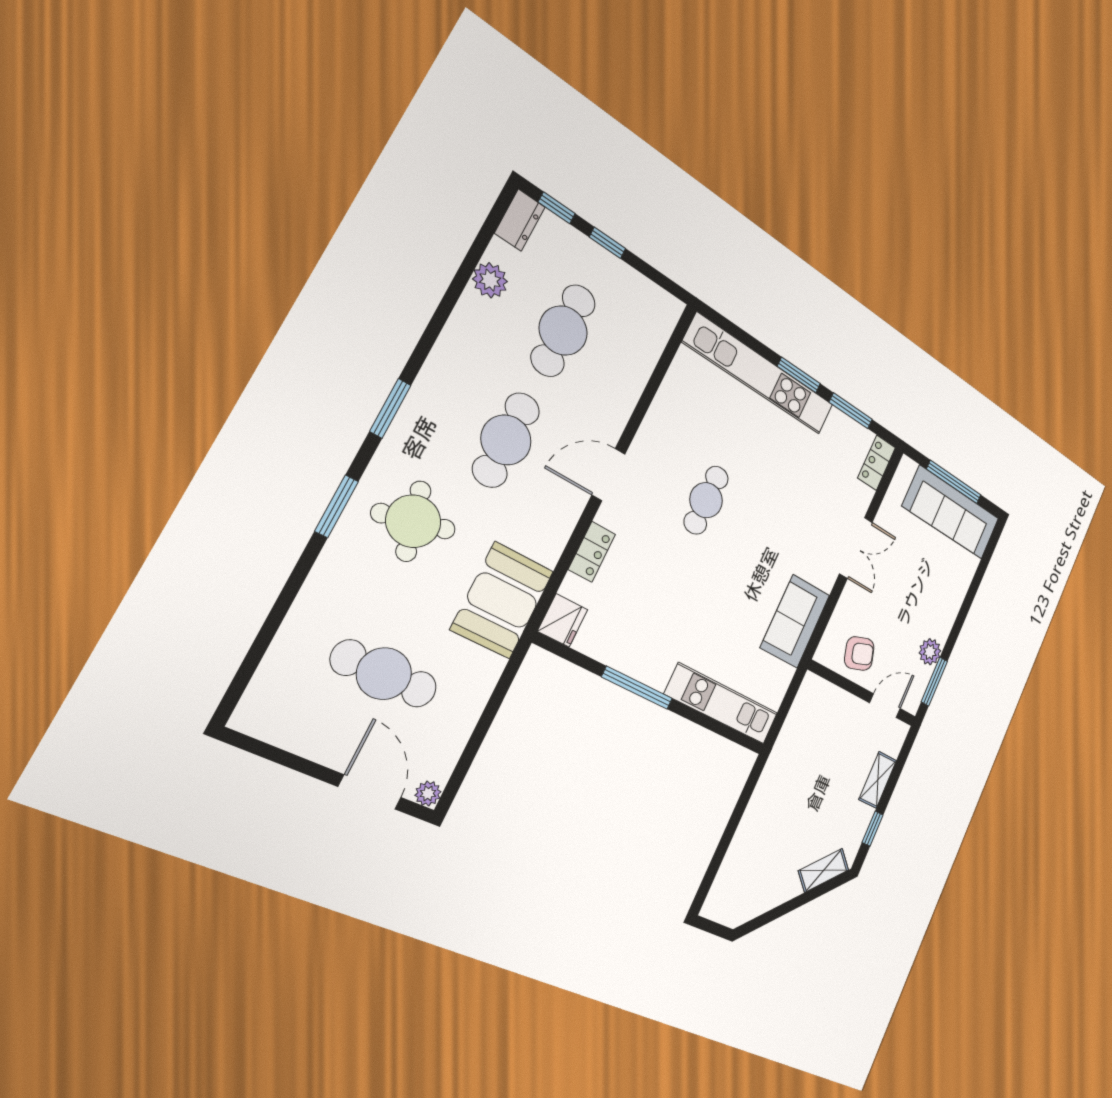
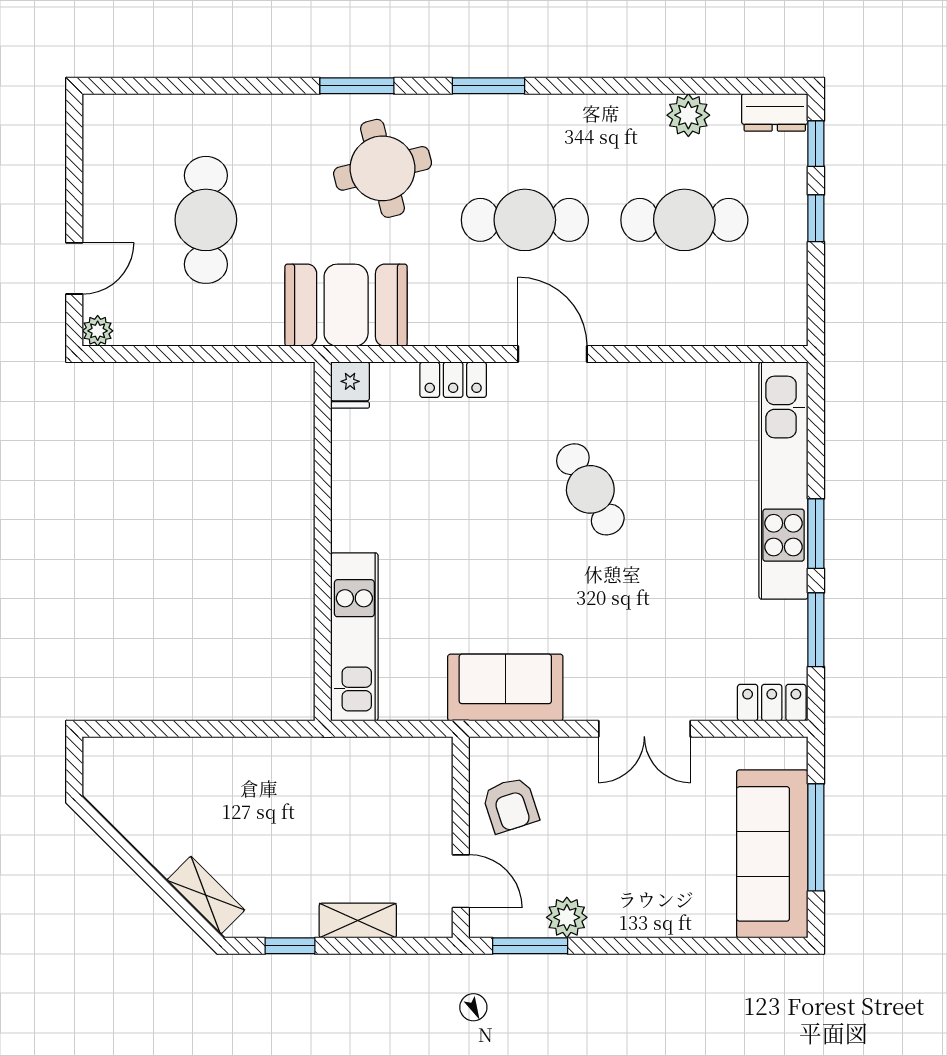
cafe table: (706, 500) -> (590, 489), turned 60
fridge: (563, 620) -> (350, 385), width x0.72
window: (637, 688) -> (323, 516), removed
door: (370, 792) -> (74, 268), width x0.73

